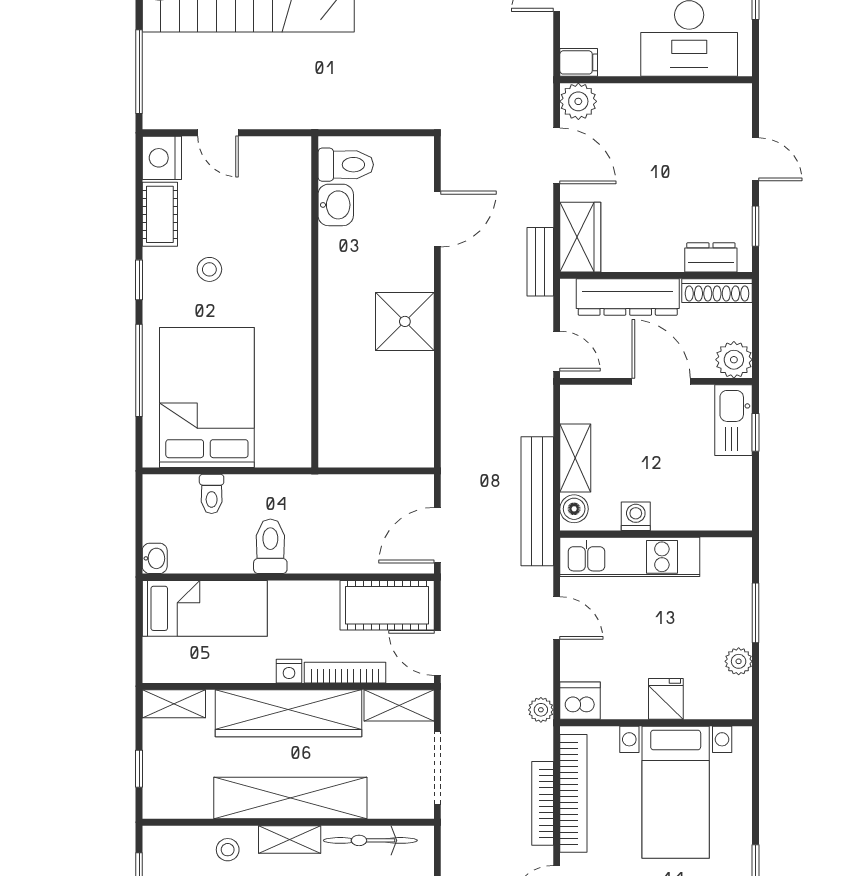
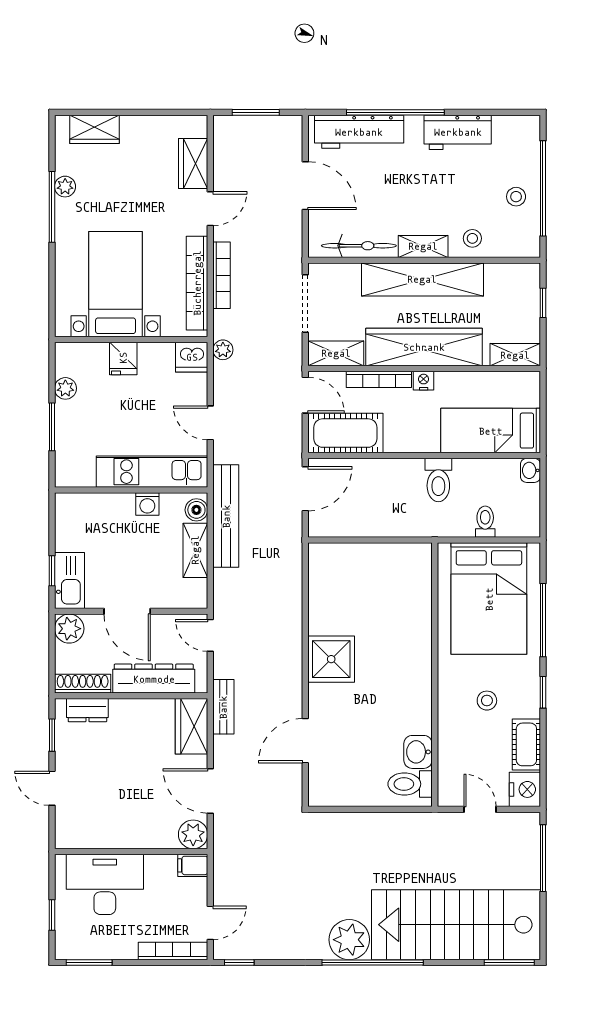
toilet: (346, 165) -> (410, 784), moved
washbasin: (336, 205) -> (418, 752), moved
wall: (315, 302) -> (435, 675), moved

